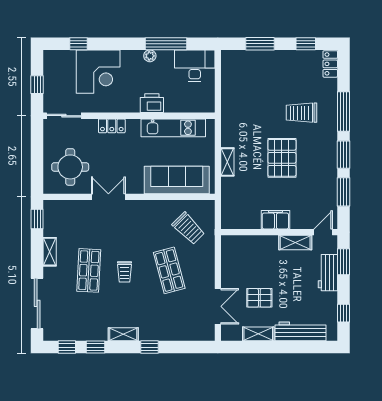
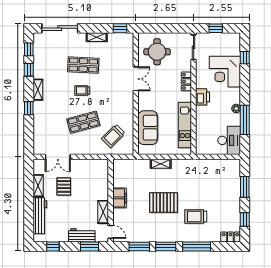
printer: (152, 103) -> (202, 97), moved
trolley: (301, 113) -> (196, 216), turned -90
sofa: (177, 180) -> (148, 128), width x0.73

